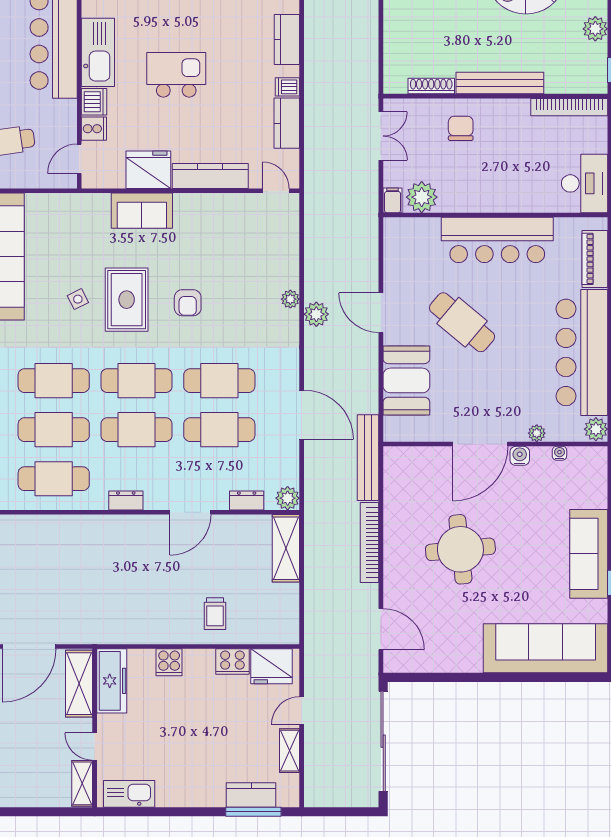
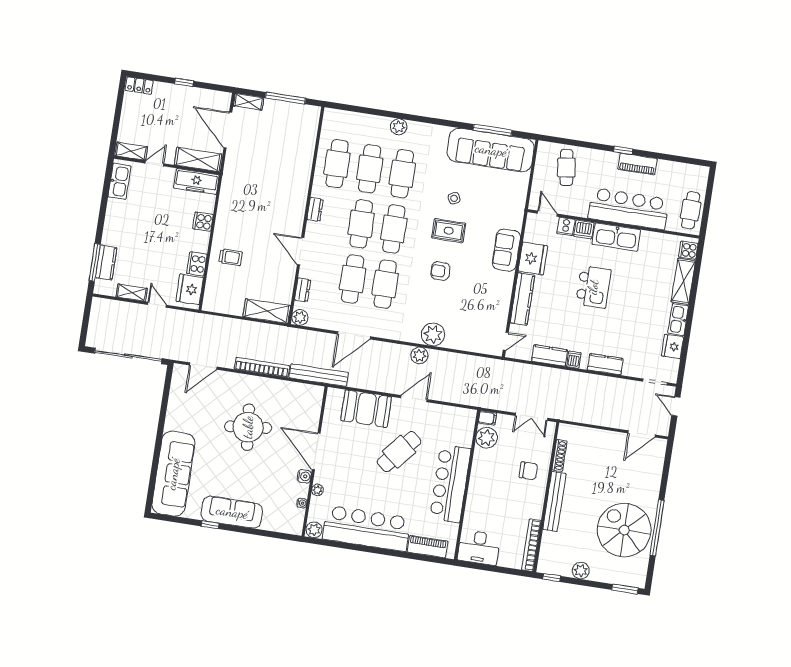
plant: (290, 299) -> (433, 334), width x1.87, depth x1.87
rug: (127, 300) -> (449, 231), width x0.73, depth x0.70
trolley: (215, 614) -> (231, 257), turned 180

